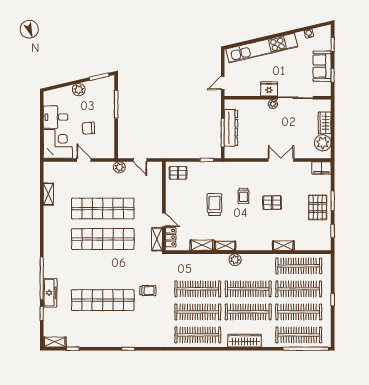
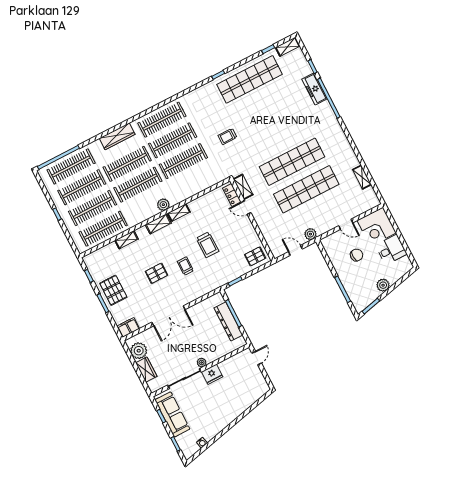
kitchen unit: (262, 48) -> (238, 408), removed
sofa: (322, 66) -> (172, 414), width x1.36
double door: (281, 160) -> (168, 316), width x1.37
shelving: (202, 245) -> (158, 224), moved
shop shelf: (103, 300) -> (249, 79), moved

